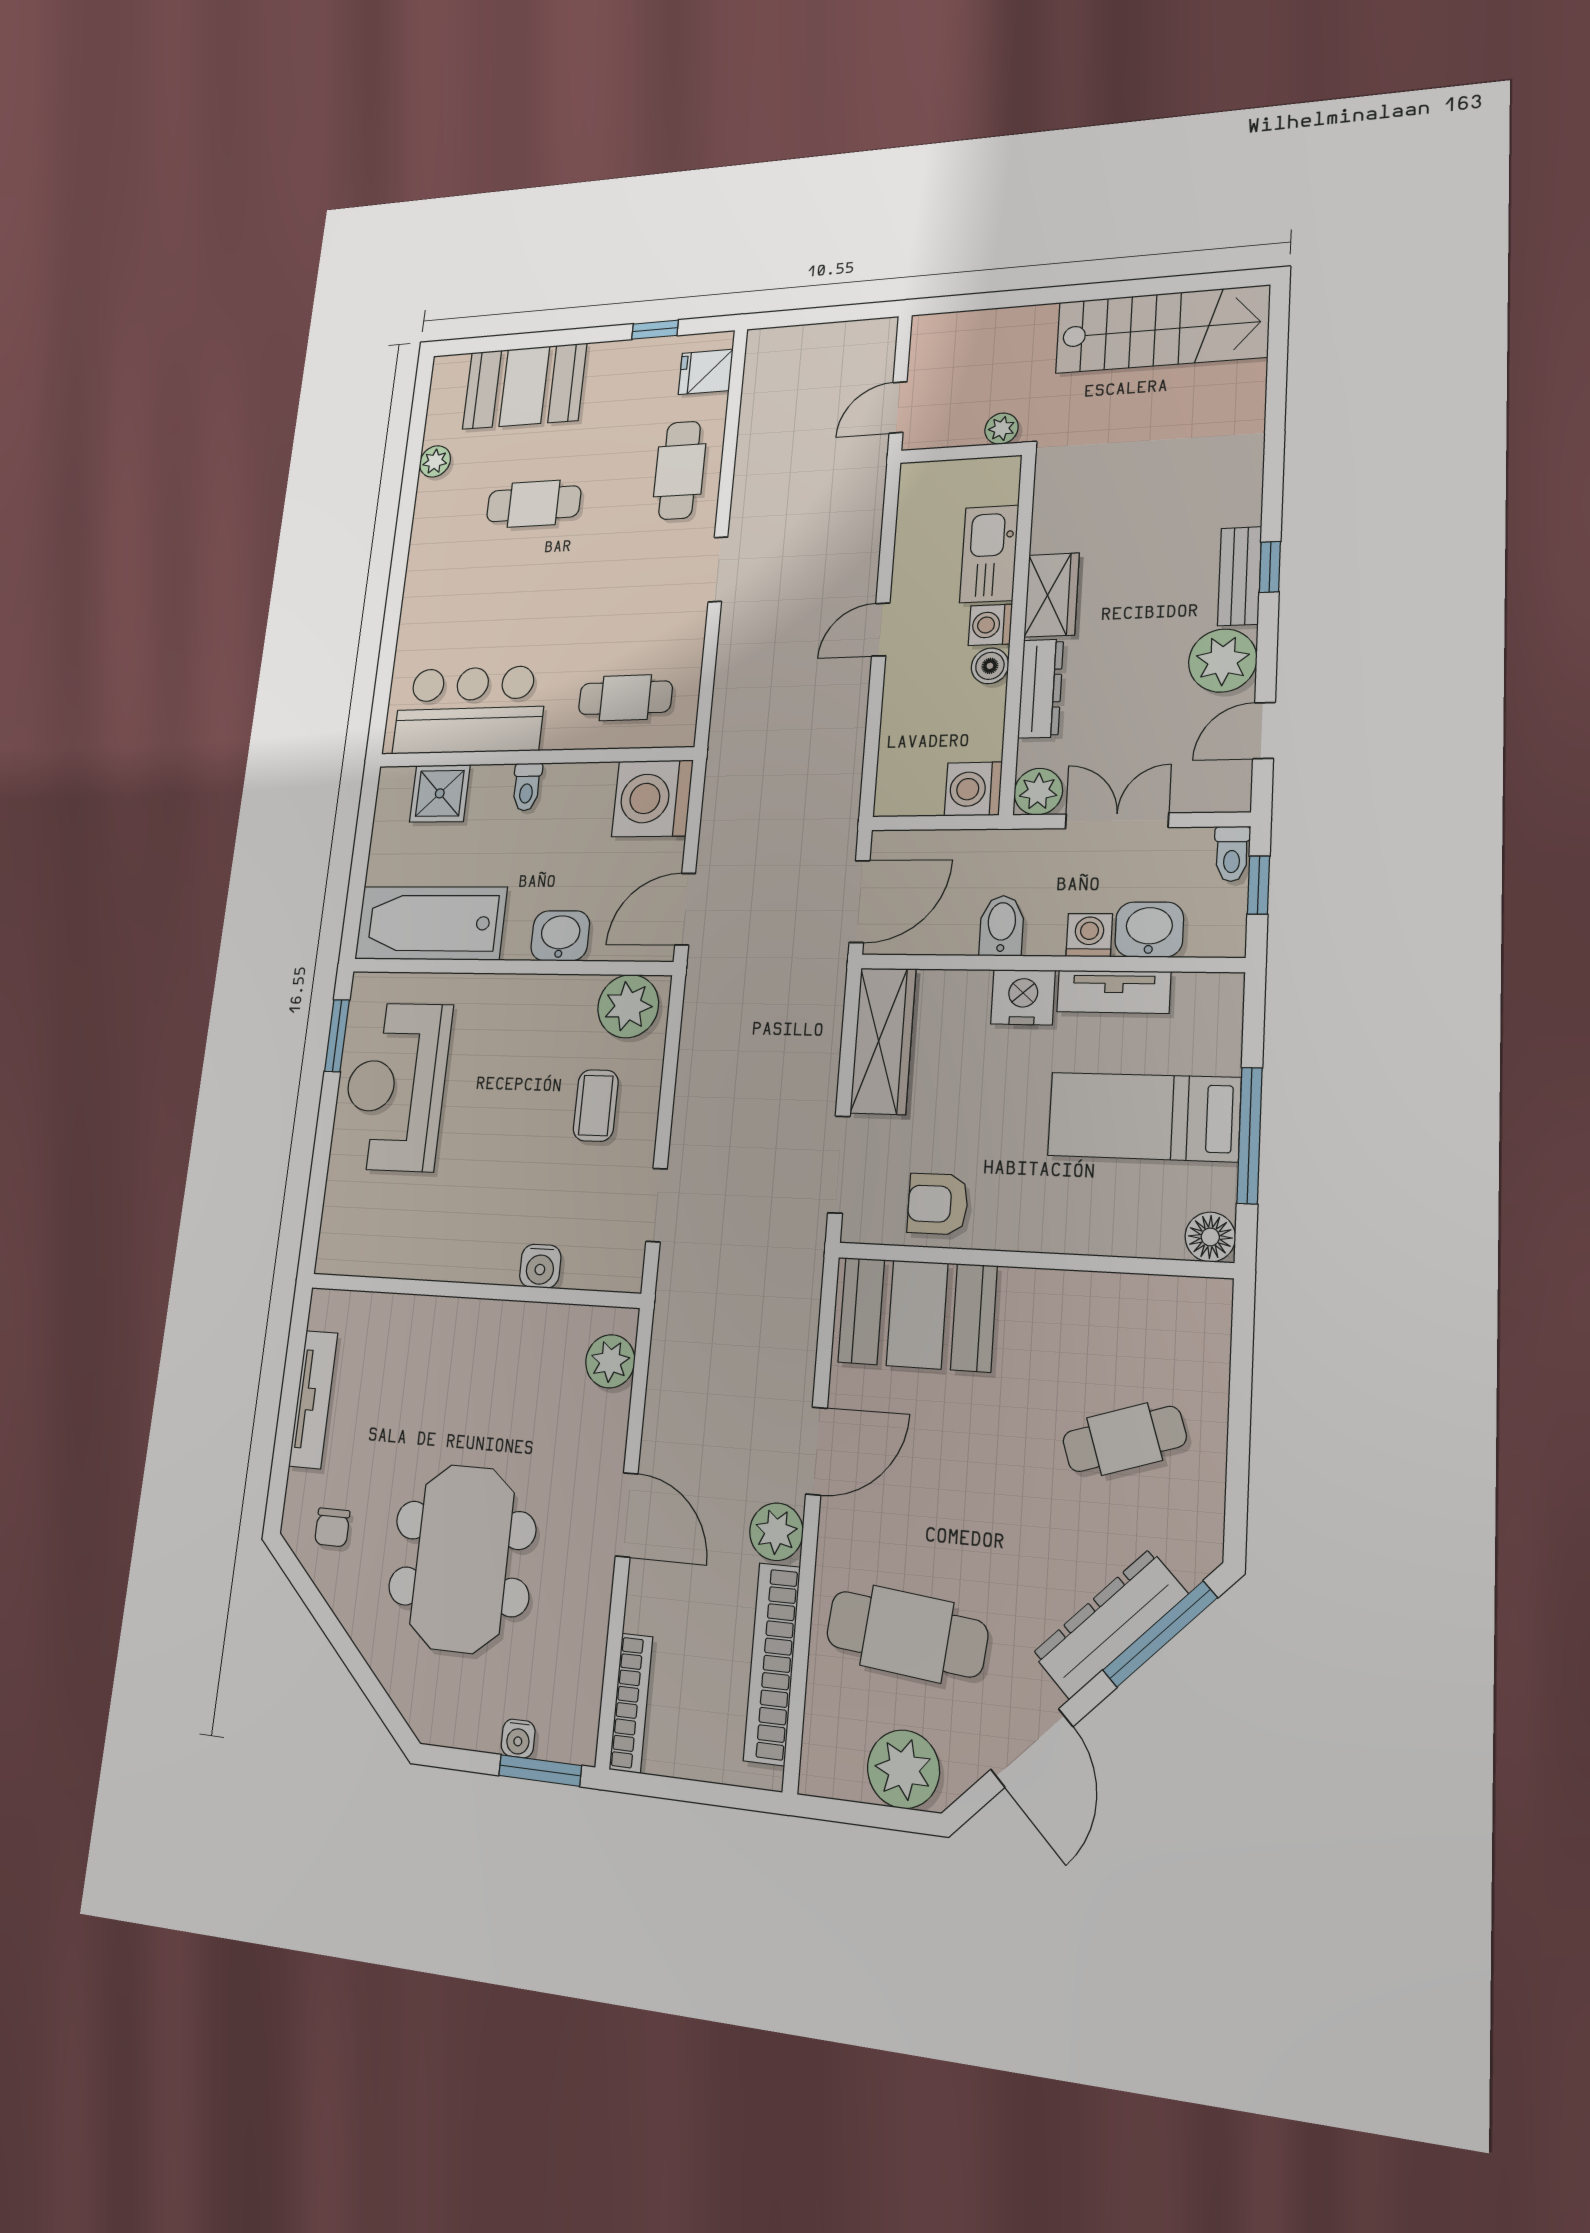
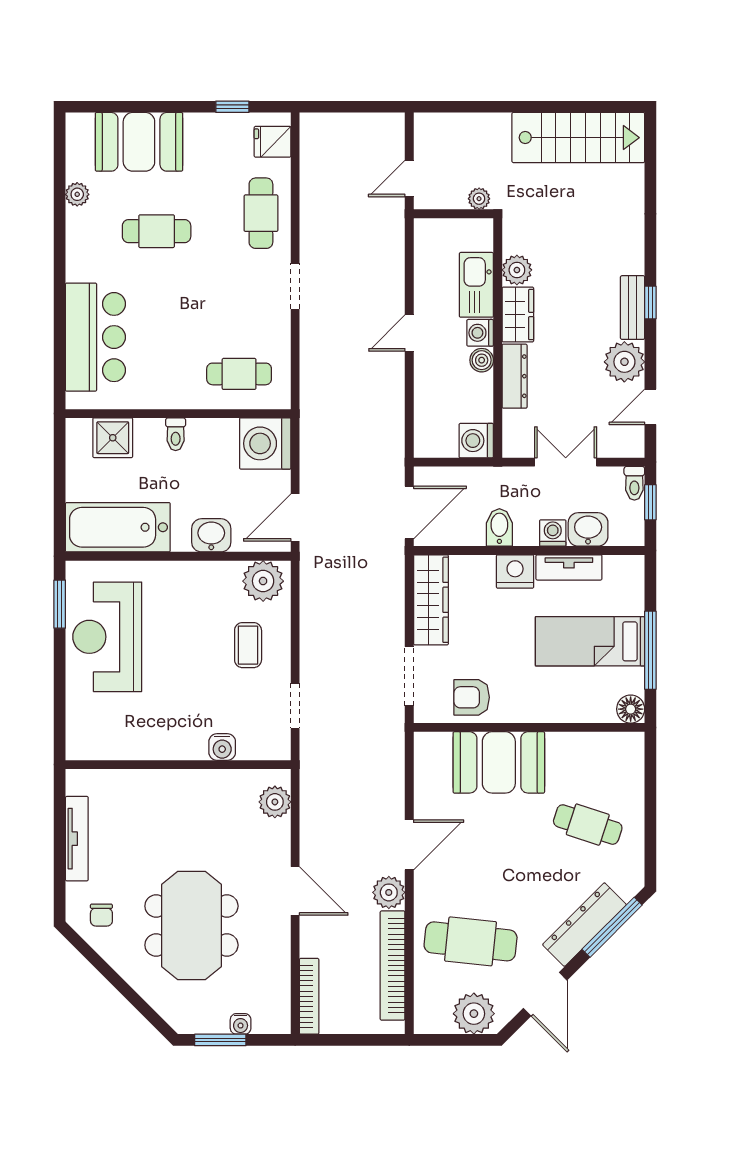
bar counter: (470, 710) -> (95, 337), moved, turned 90
plant: (1038, 792) -> (517, 270), moved
booth: (917, 1314) -> (499, 762), moved
cafe table: (1124, 1439) -> (588, 825), turned 36
window: (540, 1770) -> (220, 1040), moved

